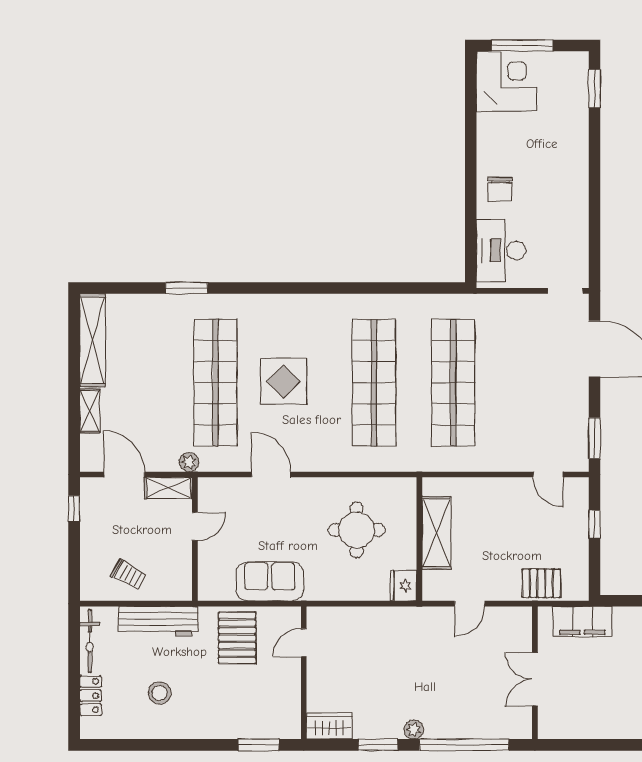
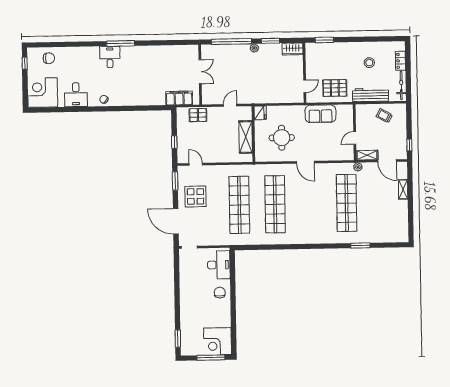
shelving: (93, 340) -> (402, 221), removed
display table: (283, 381) -> (195, 196), moved
door: (271, 474) -> (305, 162), moved
pallet: (237, 638) -> (335, 88), turned 90

